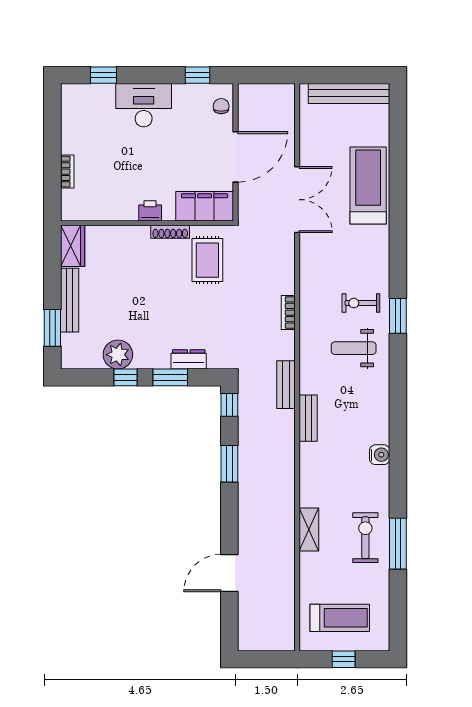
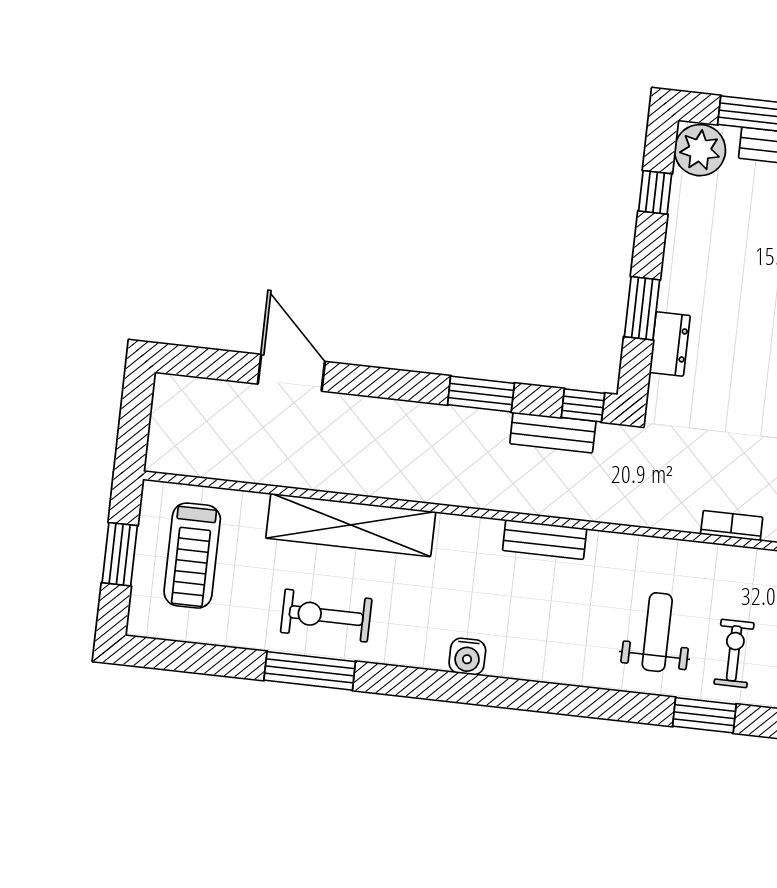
plant: (118, 355) -> (700, 150), moved
window: (125, 377) -> (655, 192), moved
bench: (286, 385) -> (553, 432), moved
shelving: (309, 530) -> (351, 525), width x2.20, depth x1.33
exercise bike: (365, 538) -> (326, 616), turned 180
window: (344, 659) -> (120, 554), width x1.50

